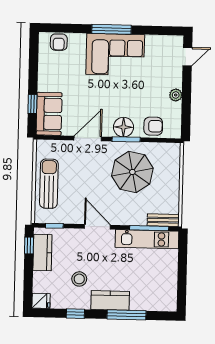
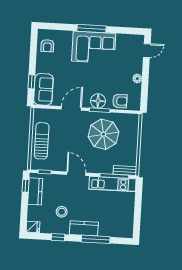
armchair: (59, 42) -> (47, 46), moved

